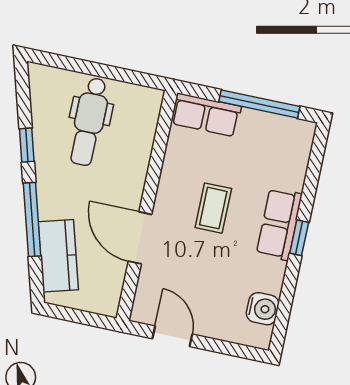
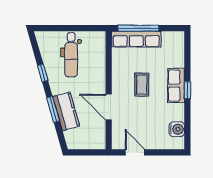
window: (259, 104) -> (138, 28), moved
row of seats: (206, 115) -> (136, 39), width x1.48
window: (32, 220) -> (53, 109), width x0.69
kitchen counter: (58, 256) -> (66, 111), moved

